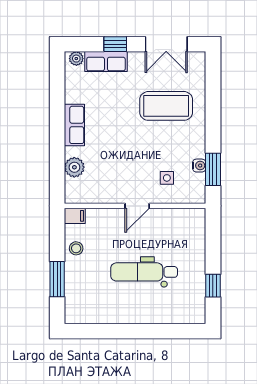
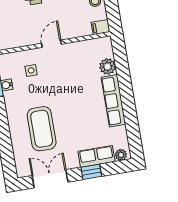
coffee table: (166, 106) -> (42, 129), turned 90
row of seats: (74, 125) -> (113, 101), width x1.48

